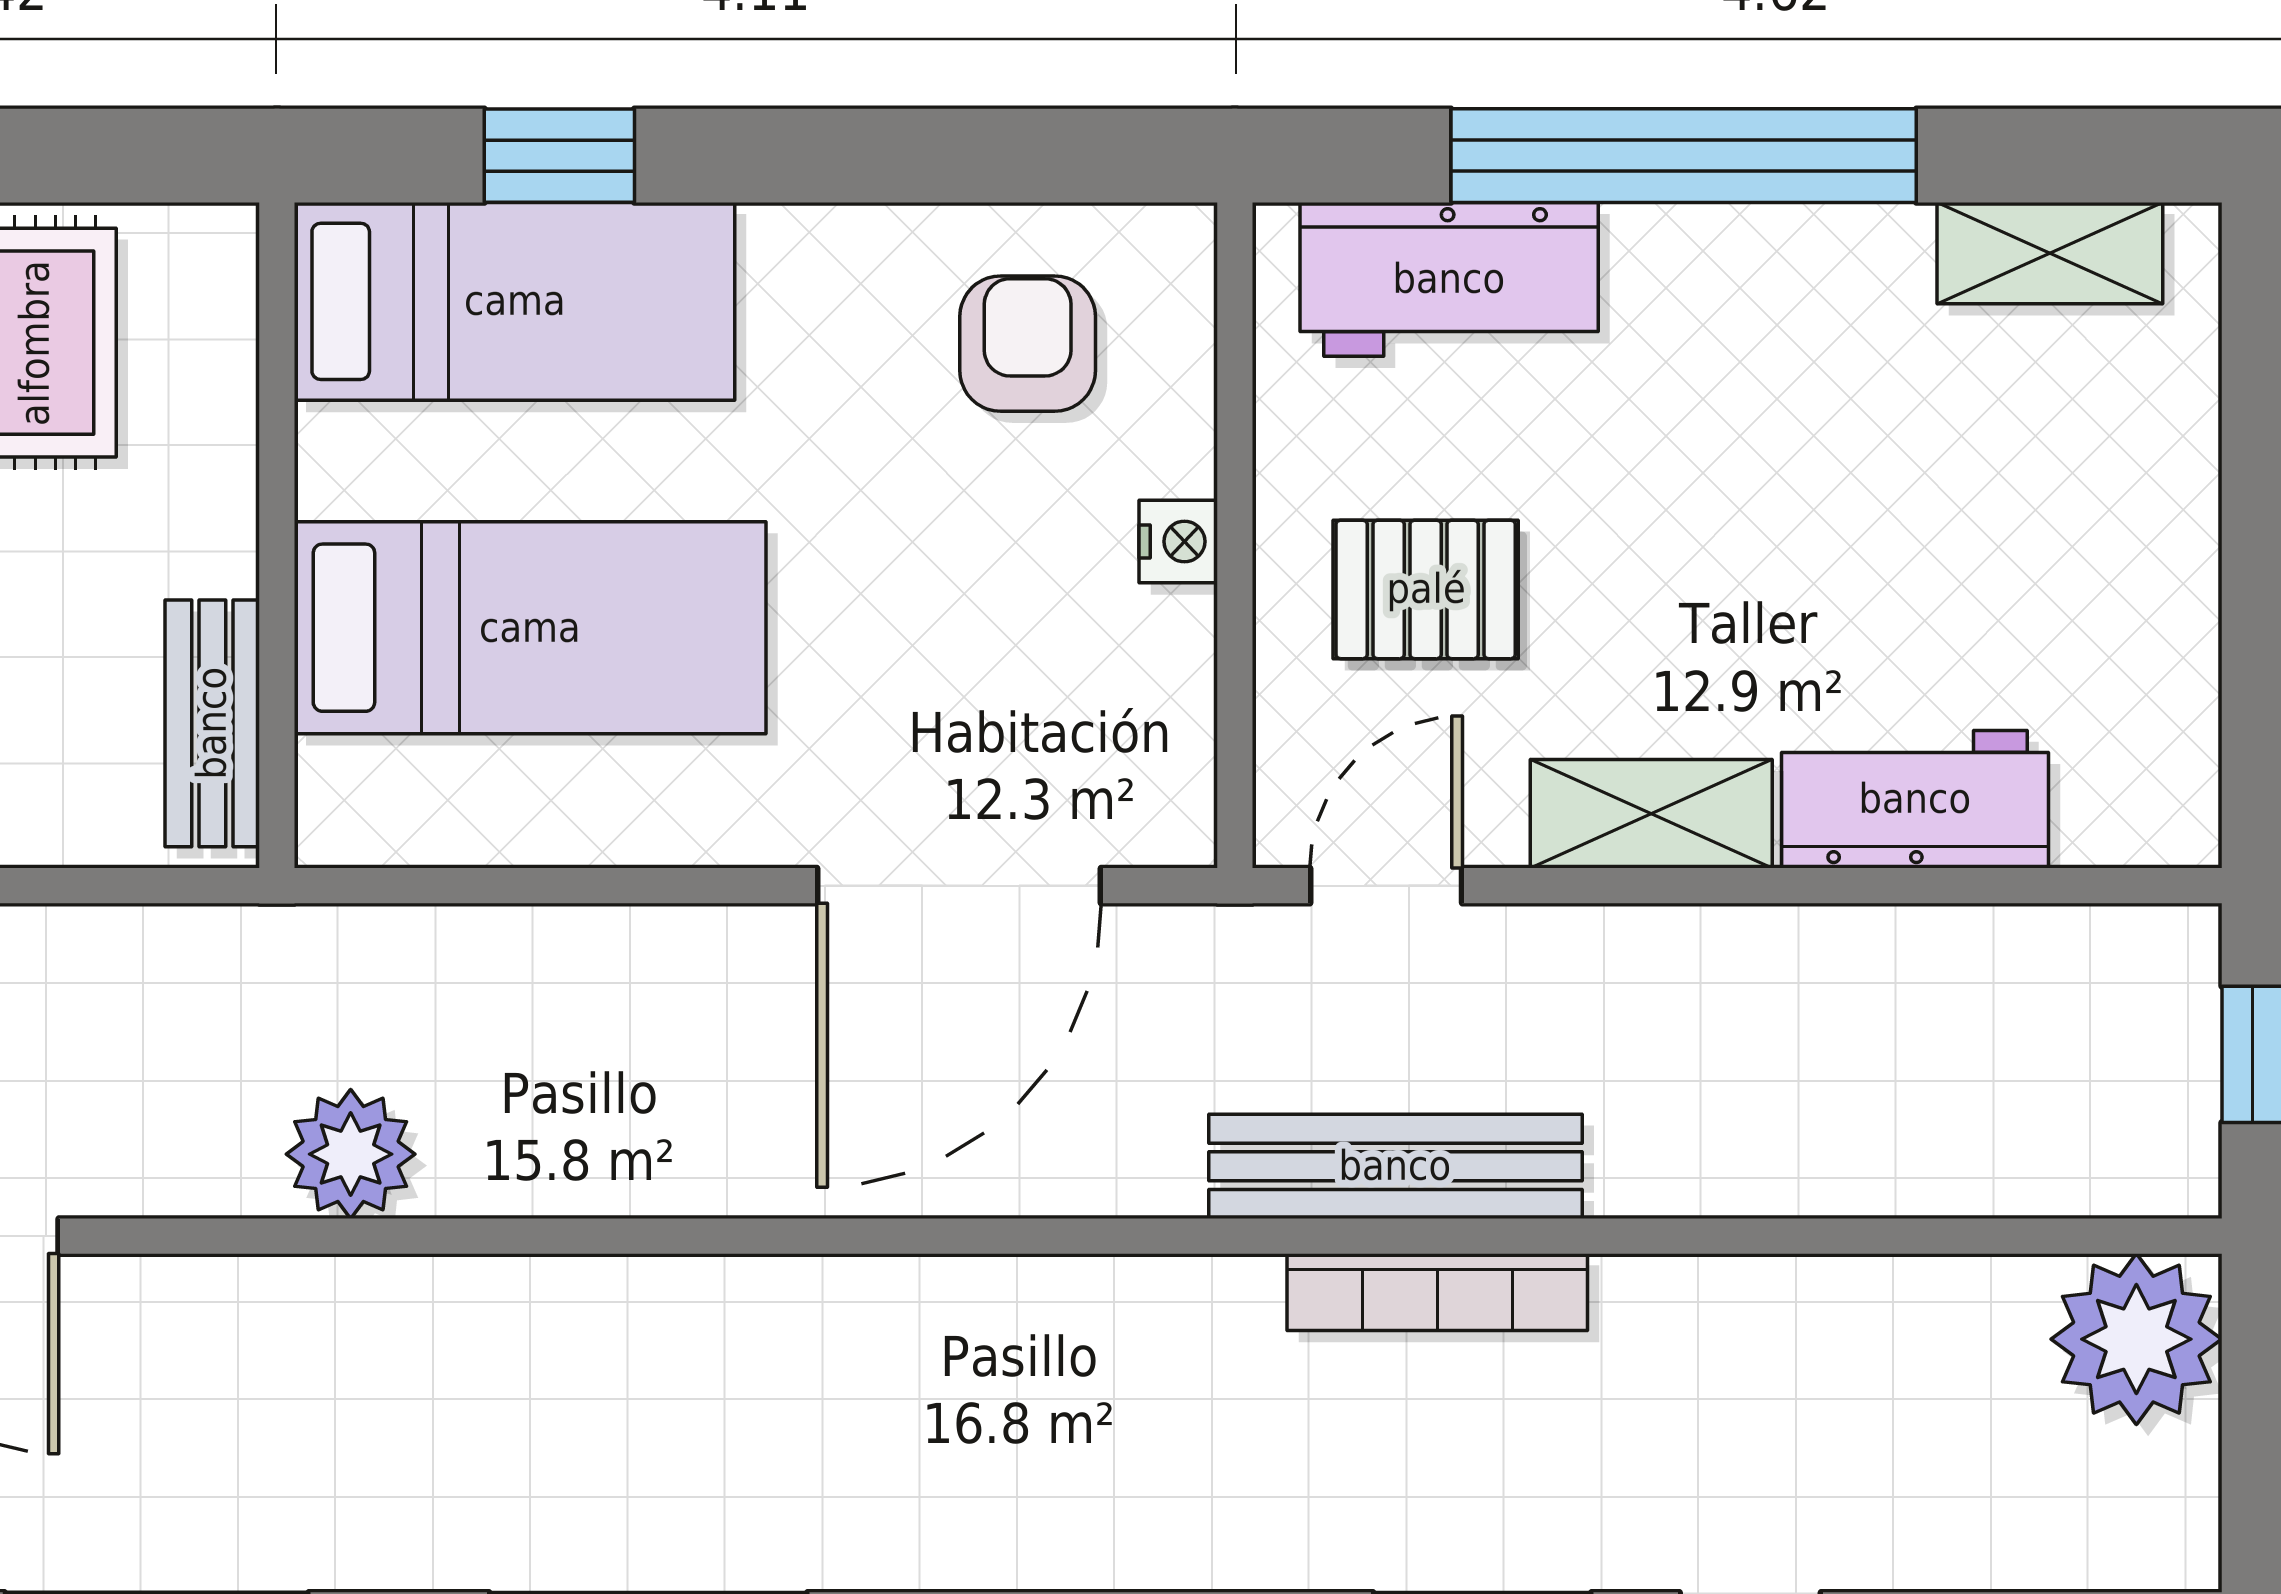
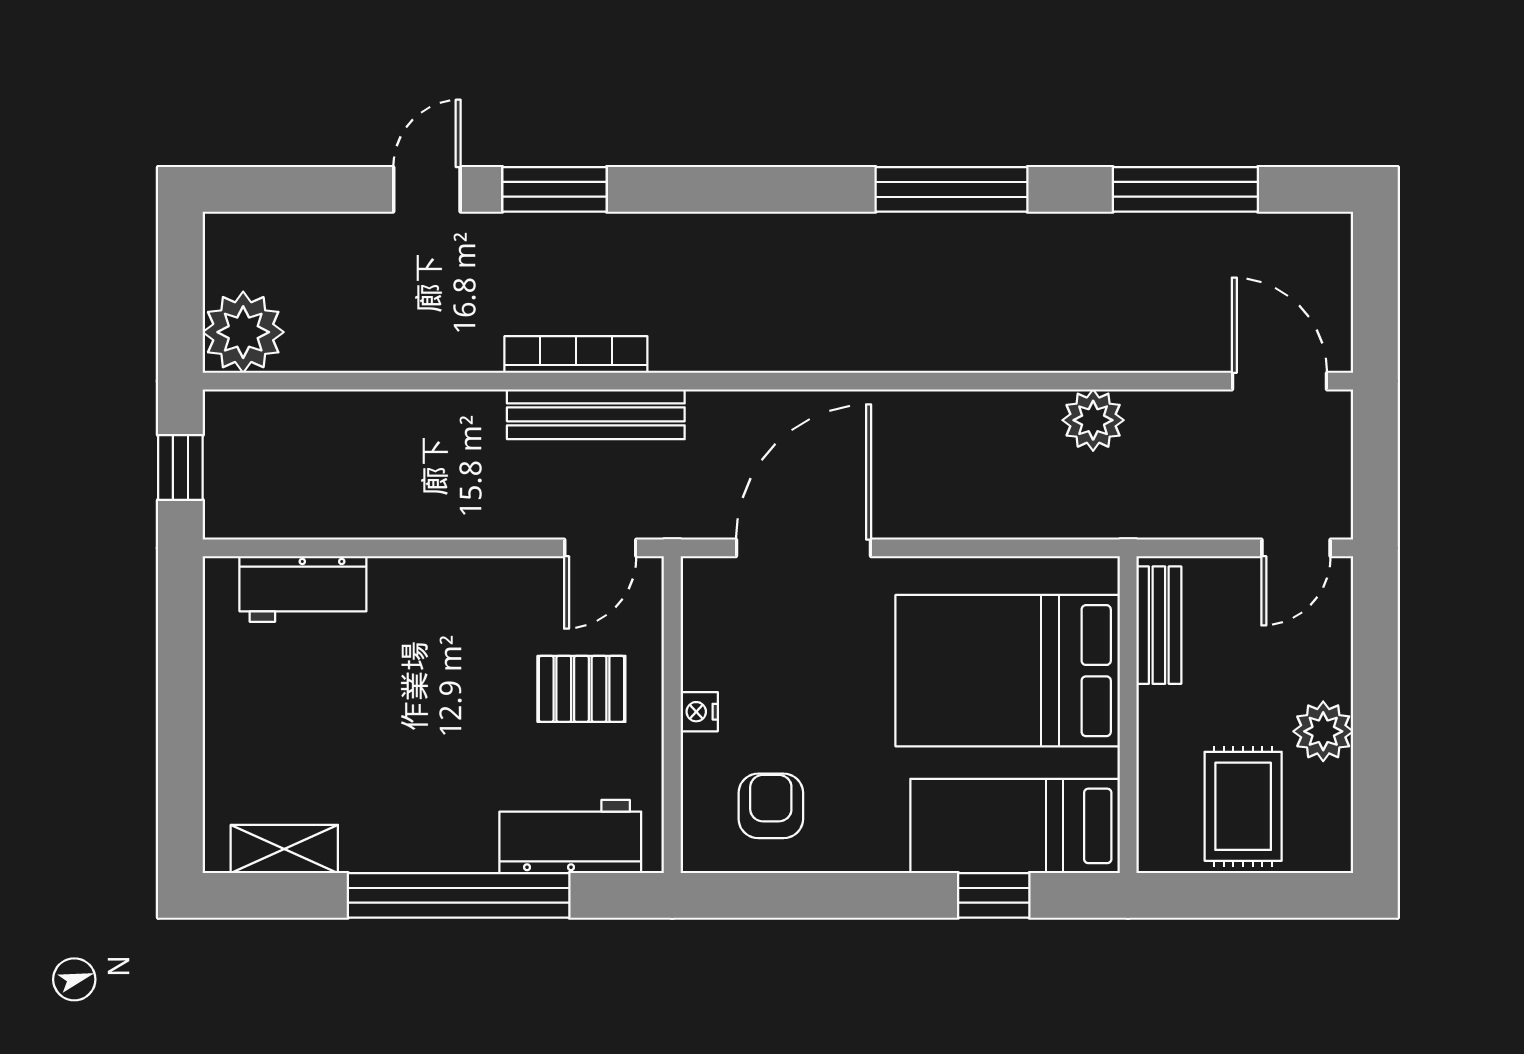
armchair: (1028, 344) -> (771, 806), turned 180
bed: (530, 628) -> (1008, 671), width x1.50
workbench: (1915, 799) -> (303, 589), moved
shelving: (1651, 814) -> (474, 582), removed

